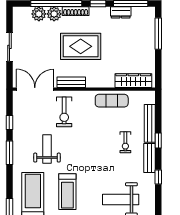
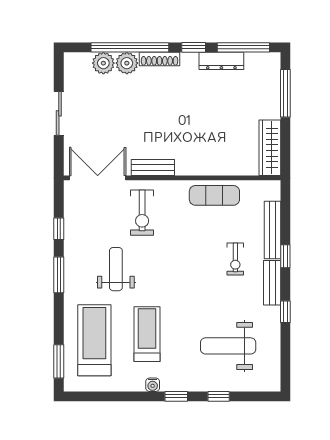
dresser: (121, 12) -> (221, 61), width x1.44
rug: (81, 46) -> (167, 113), removed
wardrobe: (133, 81) -> (270, 148), moved, turned -90
treadmill: (67, 192) -> (147, 334), turned 180

